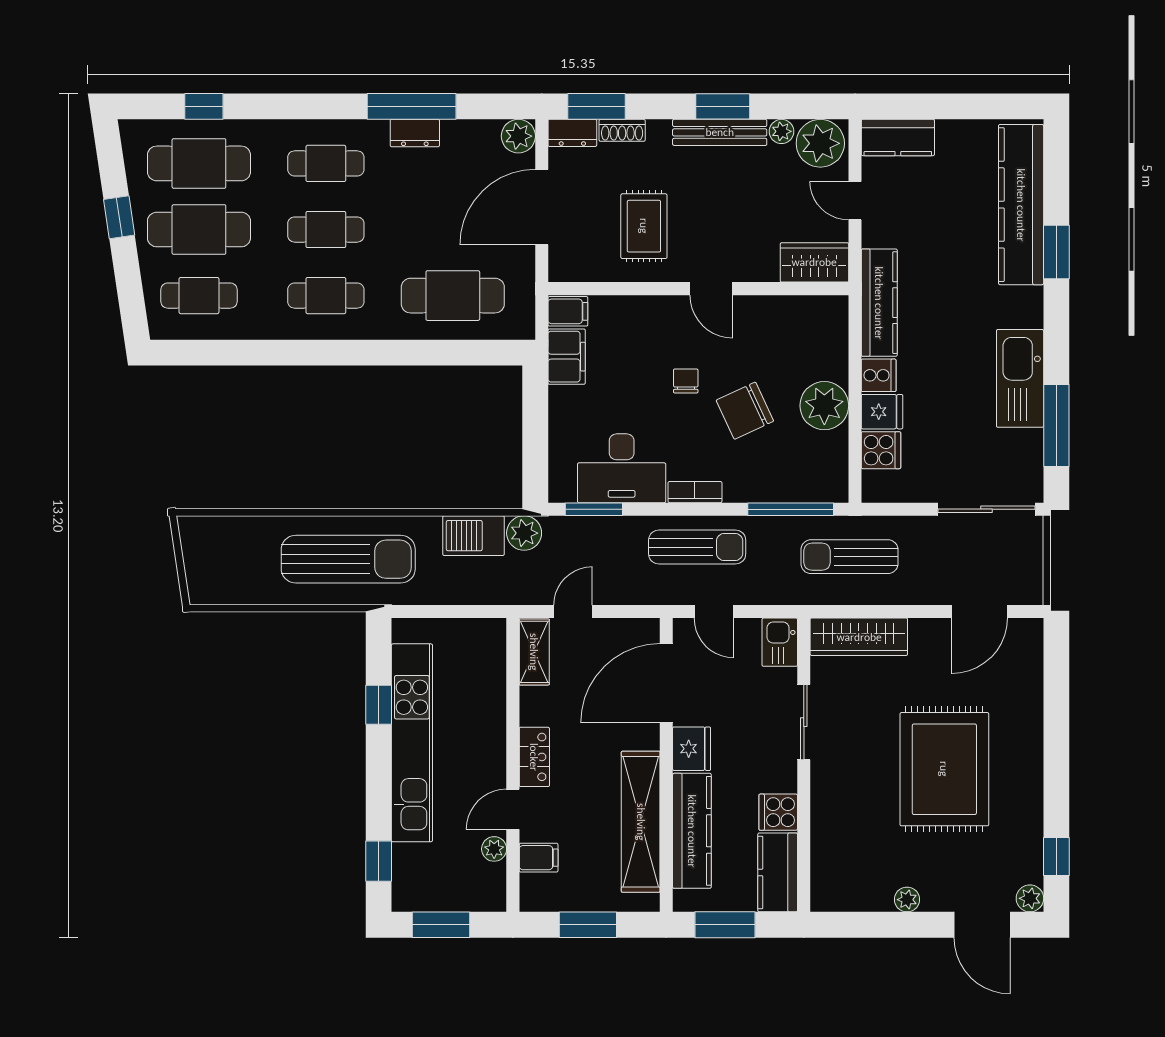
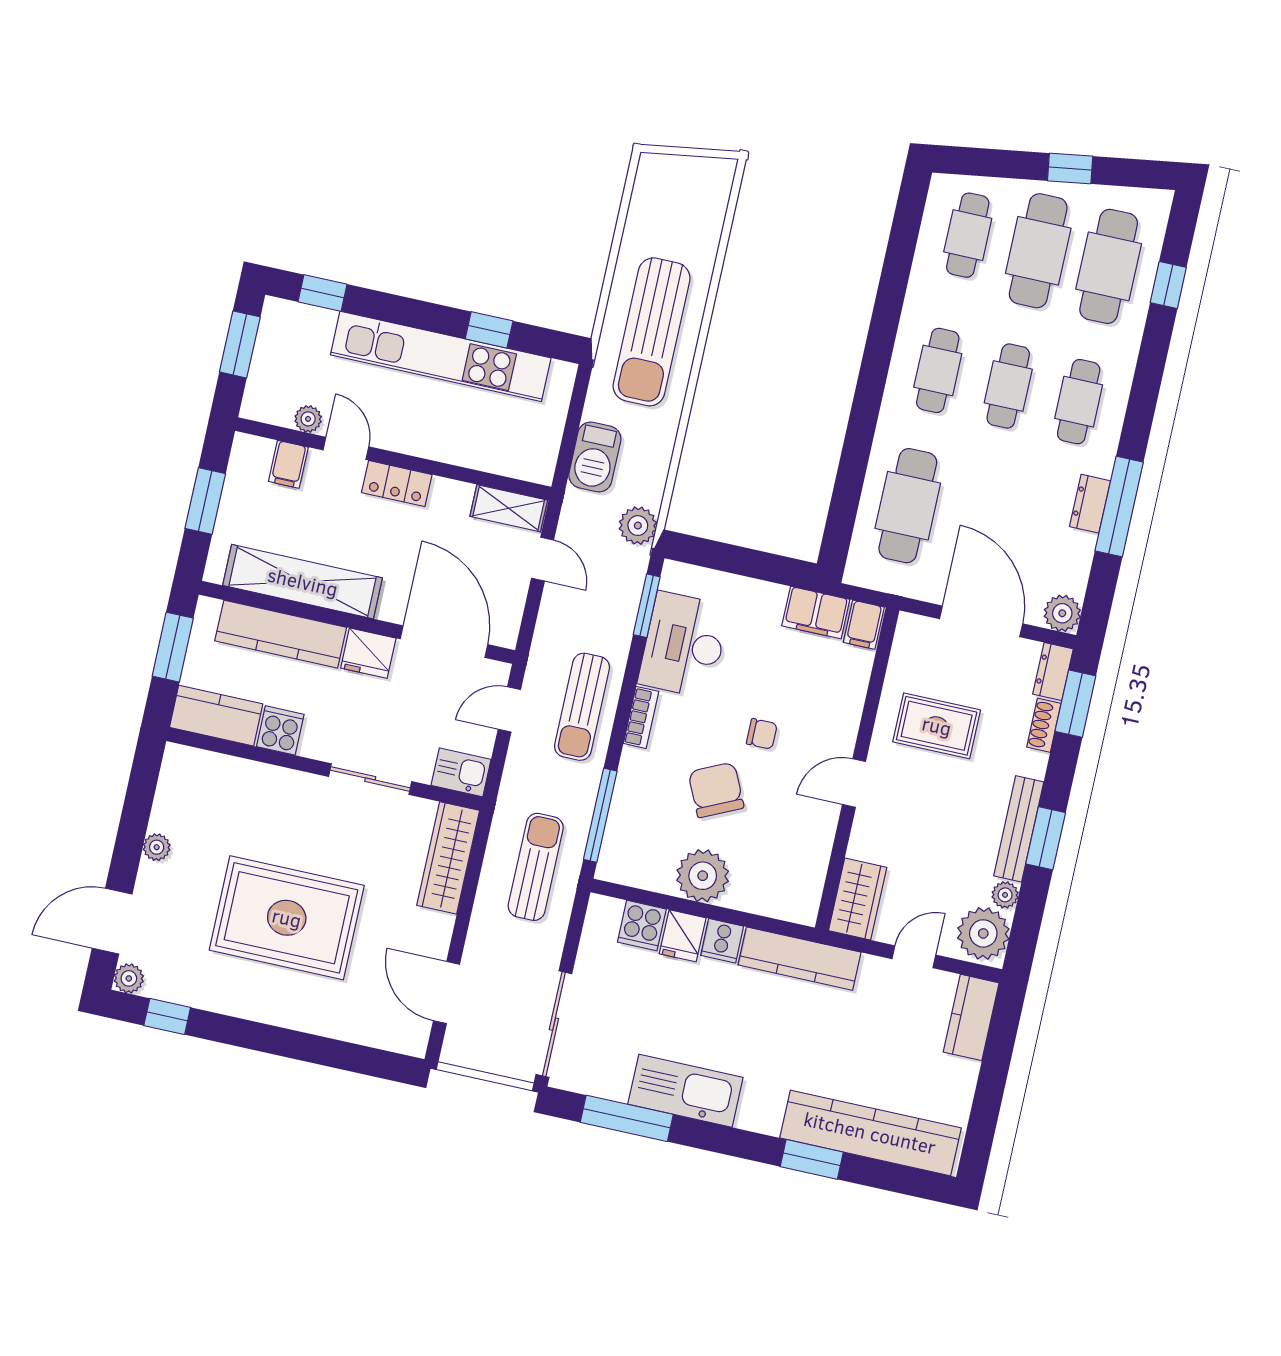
barbecue: (473, 536) -> (595, 457), moved, turned 180

